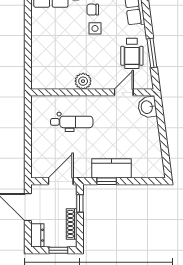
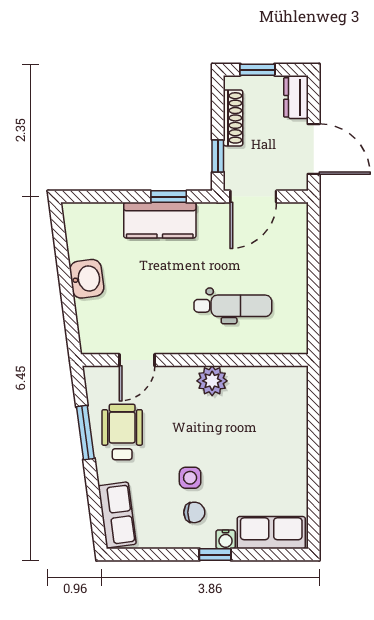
washbasin: (147, 107) -> (87, 279), moved
dental chair: (72, 122) -> (233, 306), turned 180

